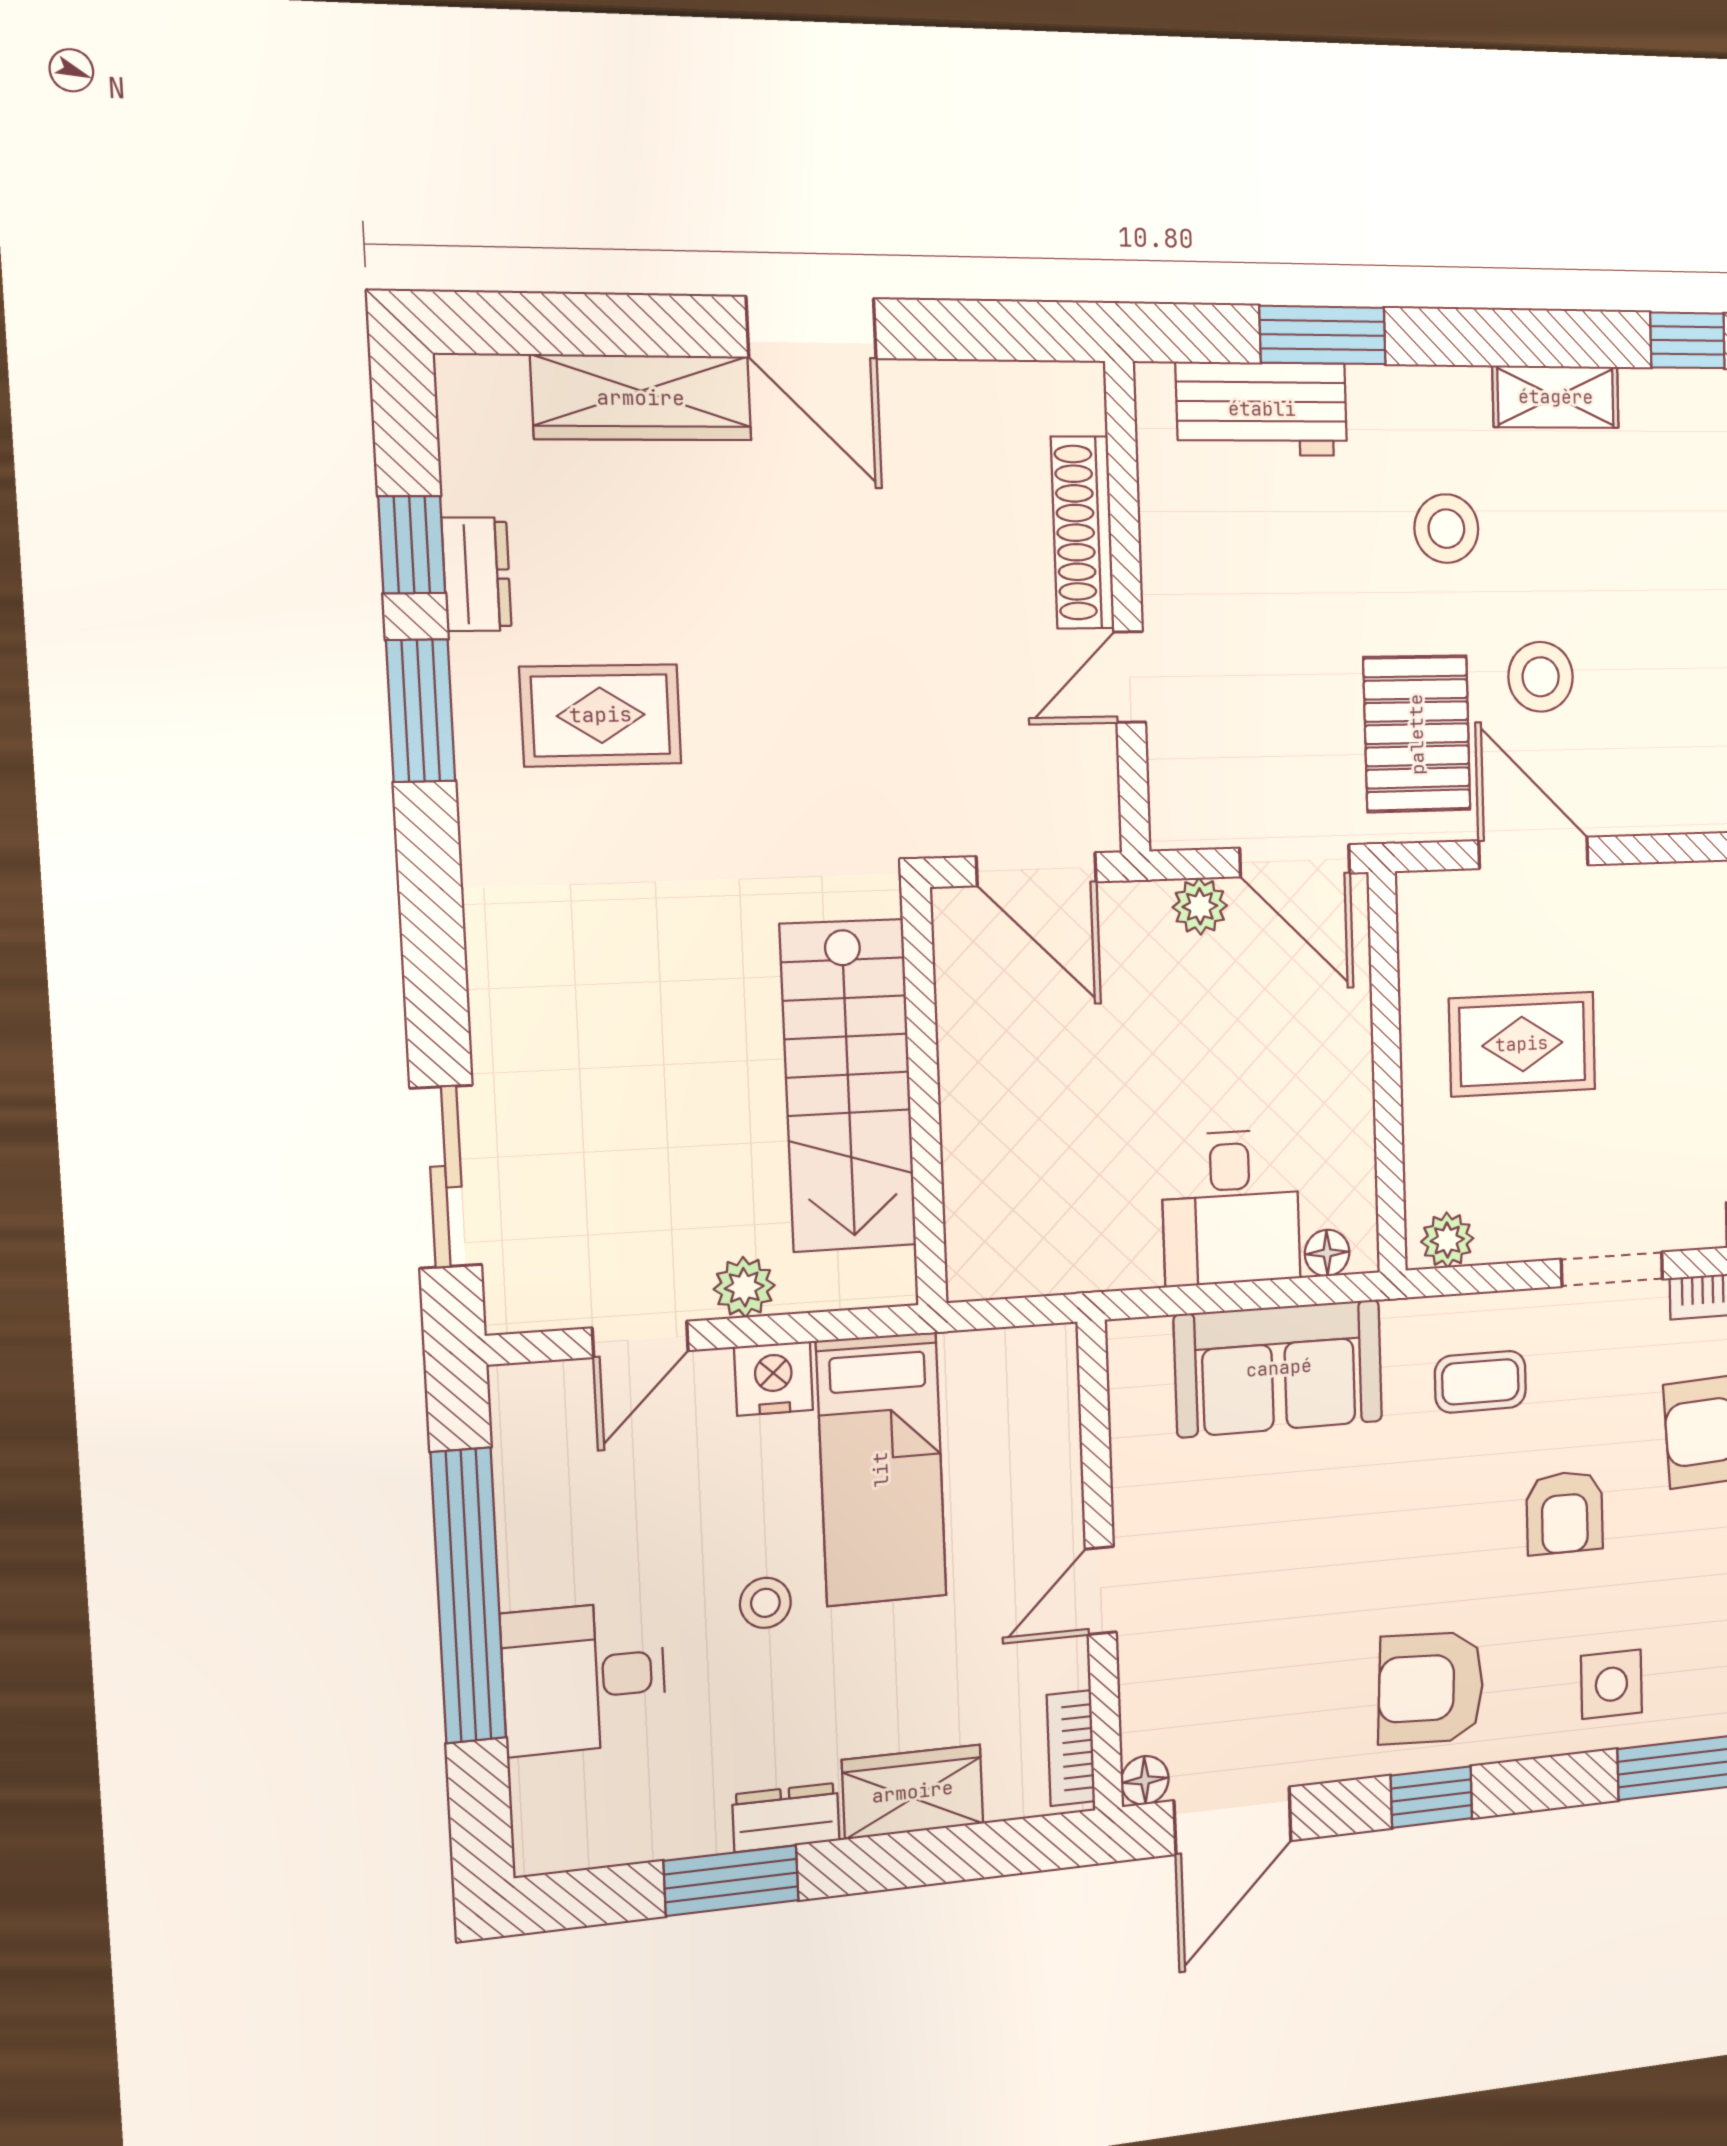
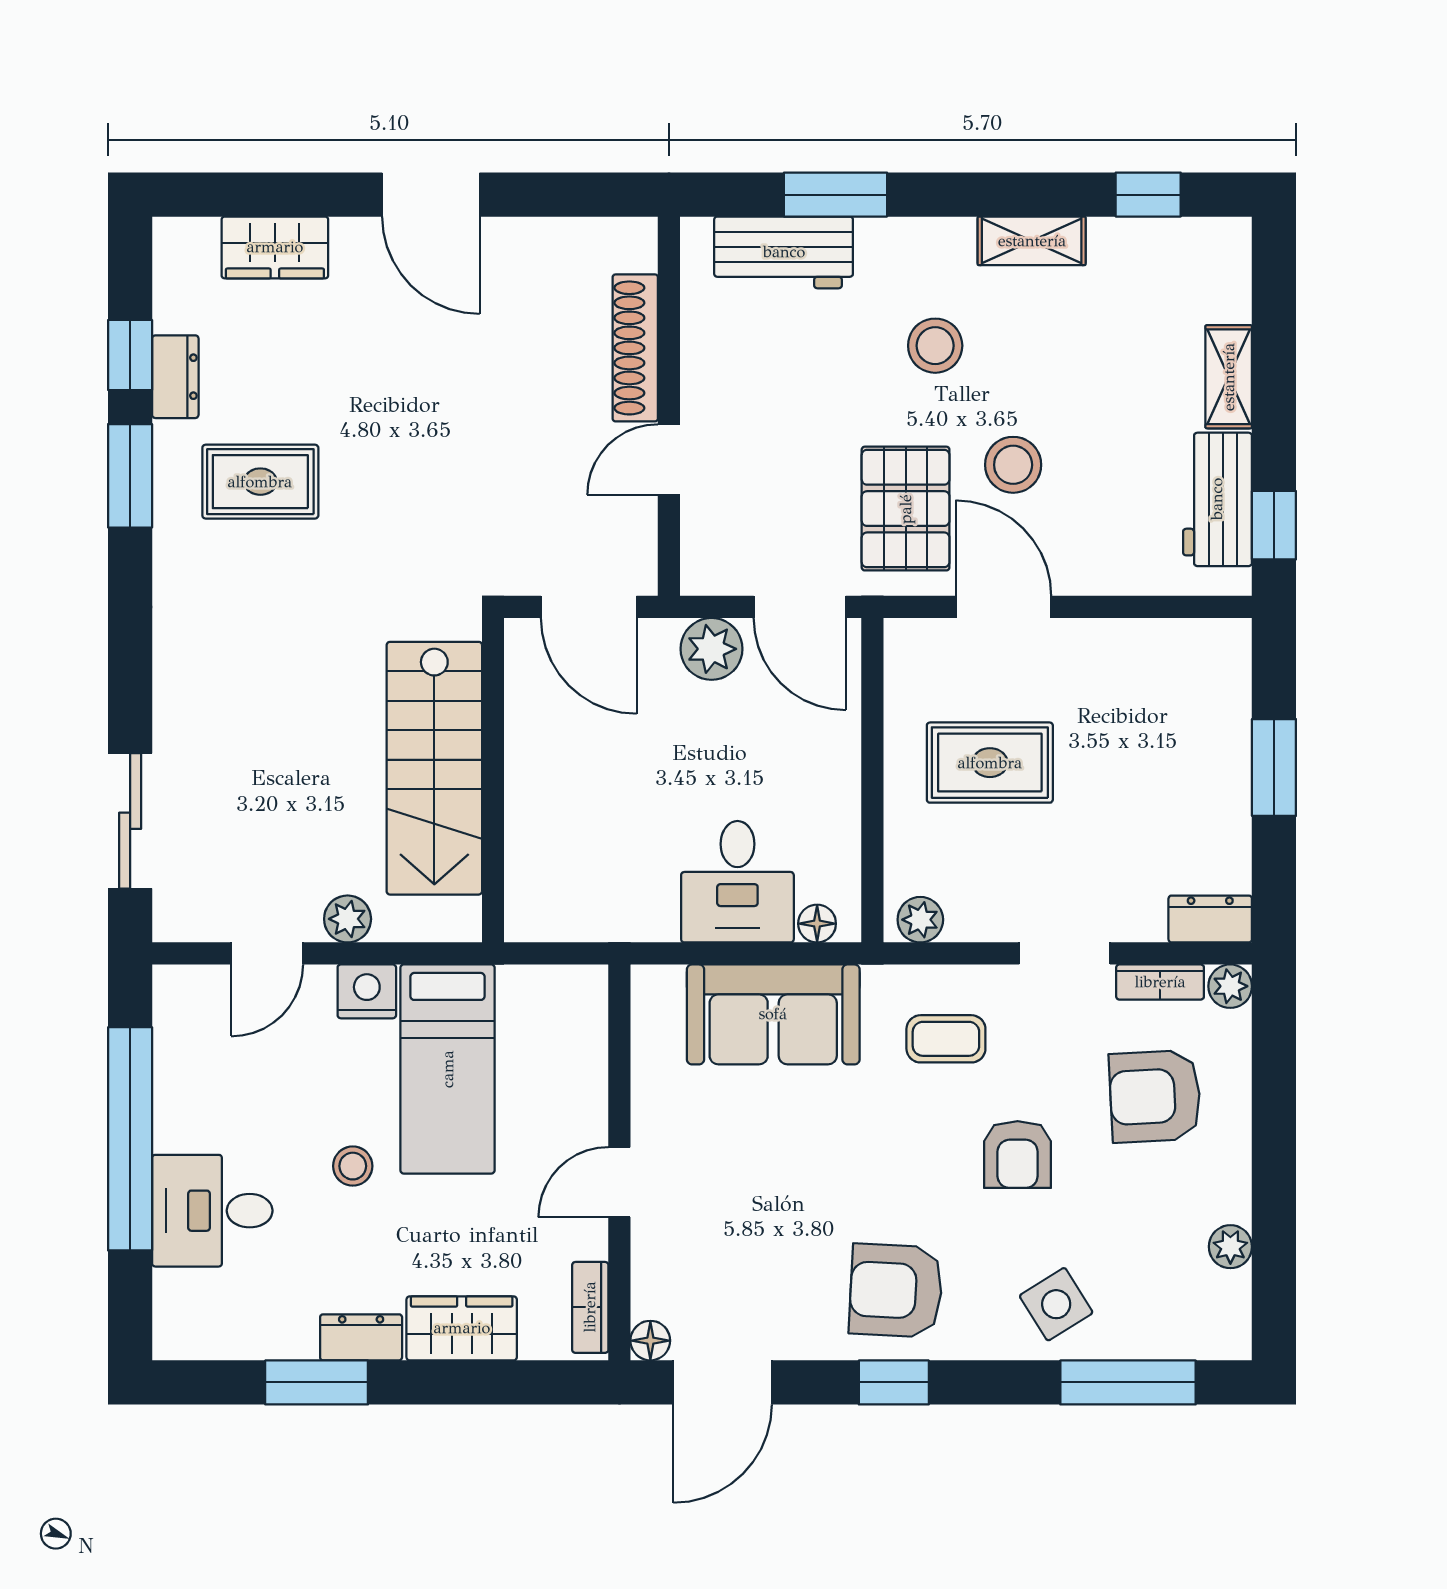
wardrobe: (641, 398) -> (275, 247), width x0.67
plant: (1200, 906) -> (711, 649), width x1.38, depth x1.38
side table: (1611, 1684) -> (1056, 1304), turned -32

